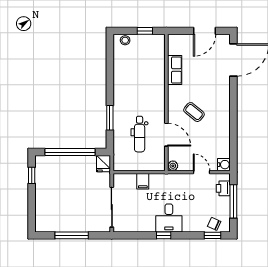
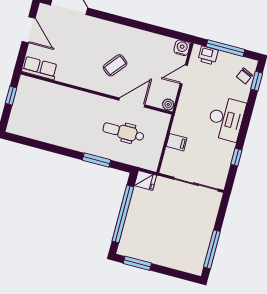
stool: (125, 40) -> (16, 120), removed
row of seats: (175, 70) -> (40, 68), moved
dental chair: (140, 134) -> (123, 132), turned 180
window: (32, 175) -> (137, 263), width x1.50
desk: (169, 218) -> (226, 119), width x1.37
window: (72, 235) -> (212, 249), moved
window: (164, 235) -> (236, 157), moved

